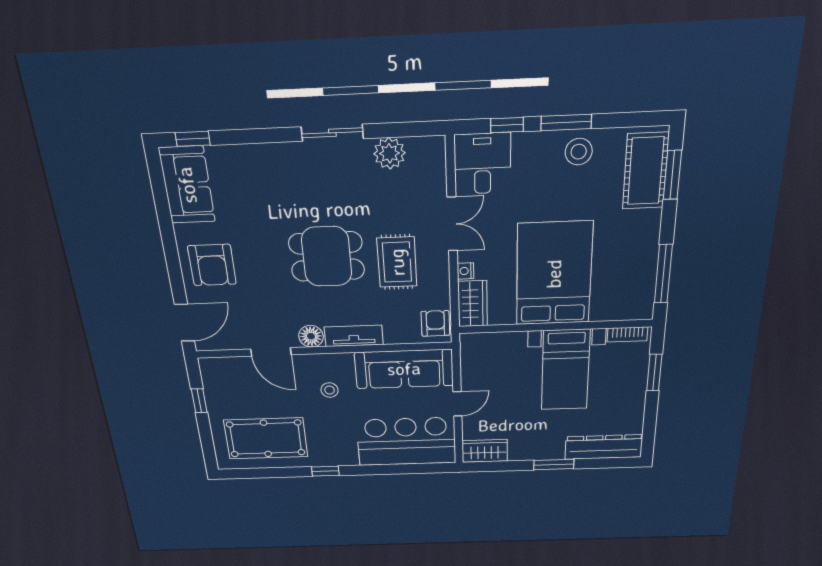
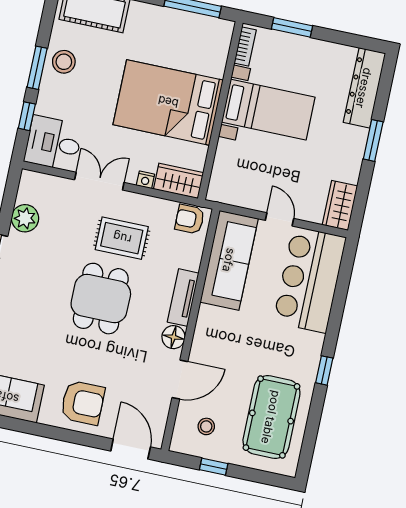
stool: (330, 390) -> (206, 426), moved

